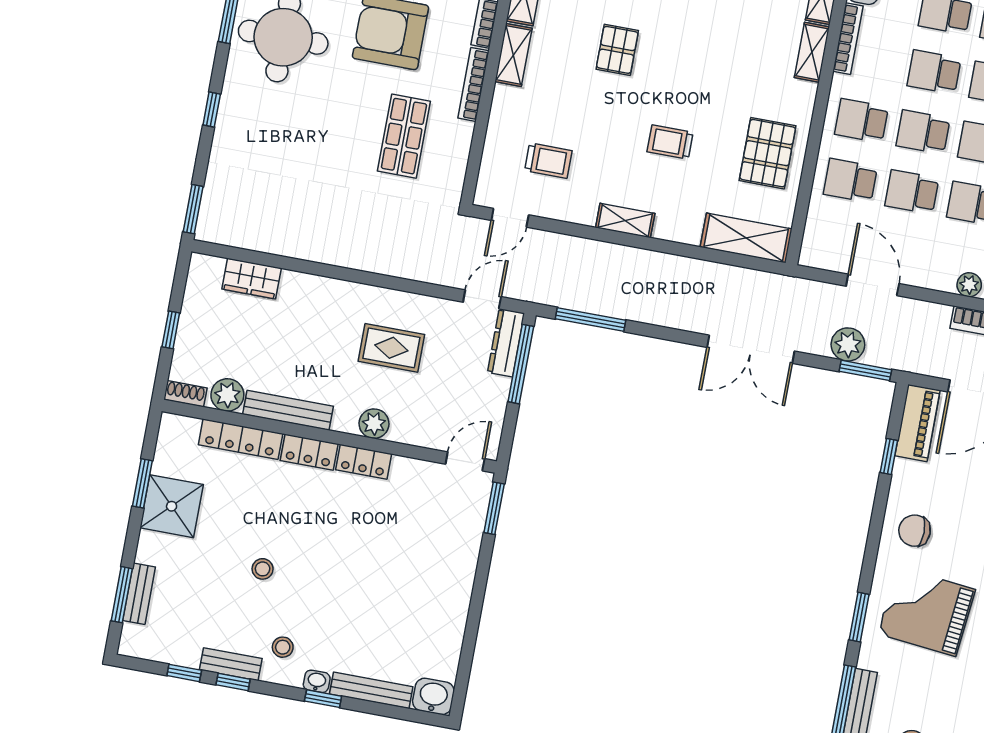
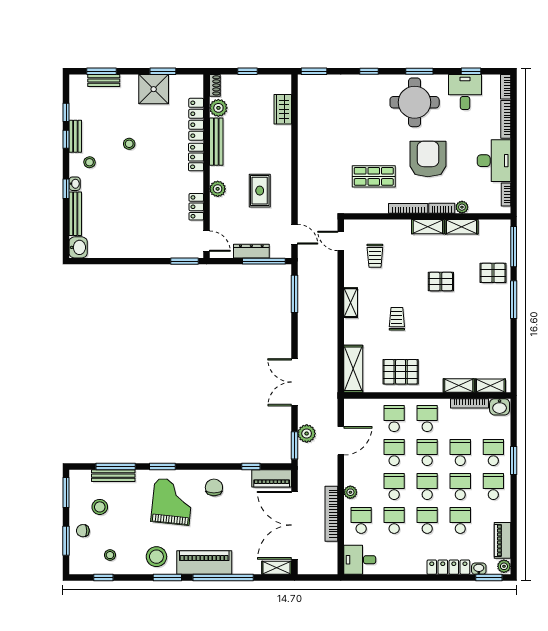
dresser: (506, 343) -> (251, 251), moved
locker: (364, 462) -> (196, 207), moved

